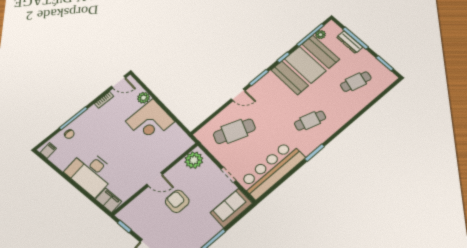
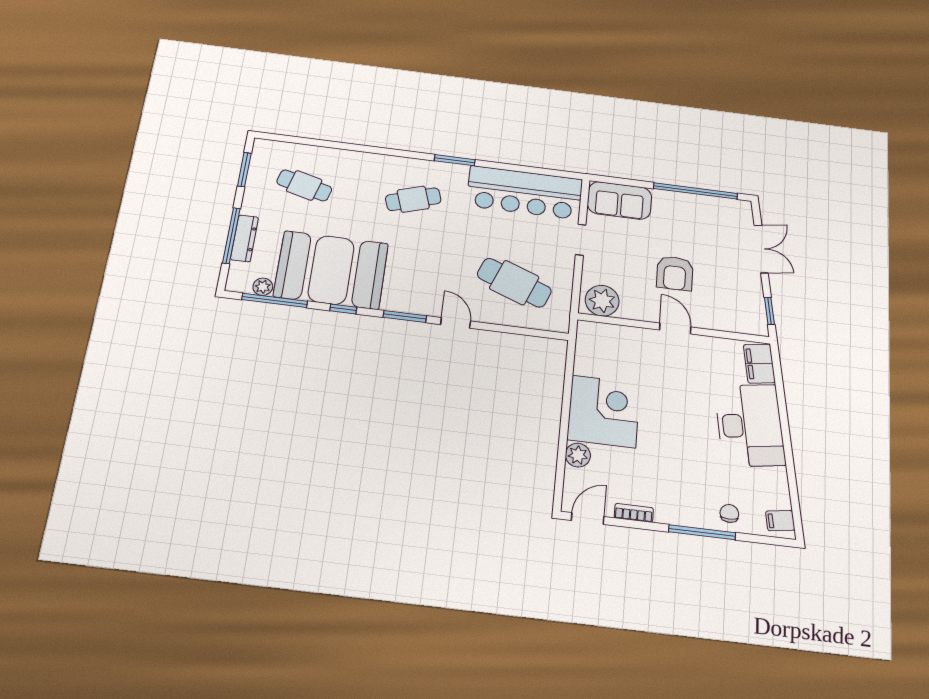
door: (118, 82) -> (588, 519), hinge flipped
cafe table: (310, 121) -> (413, 199), turned -36

